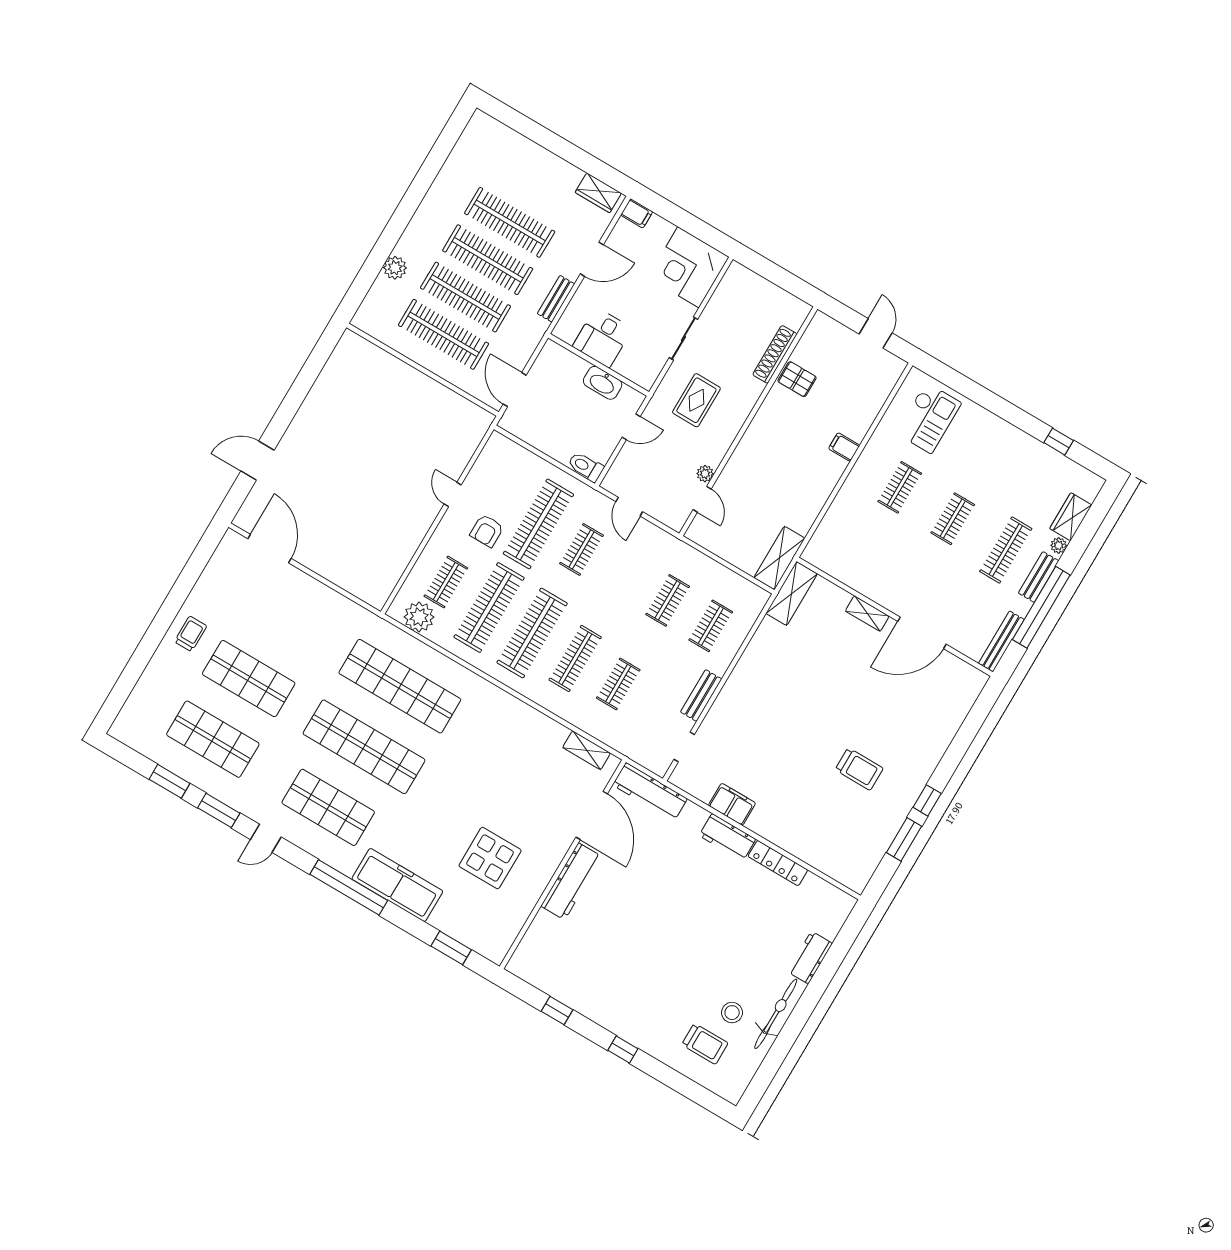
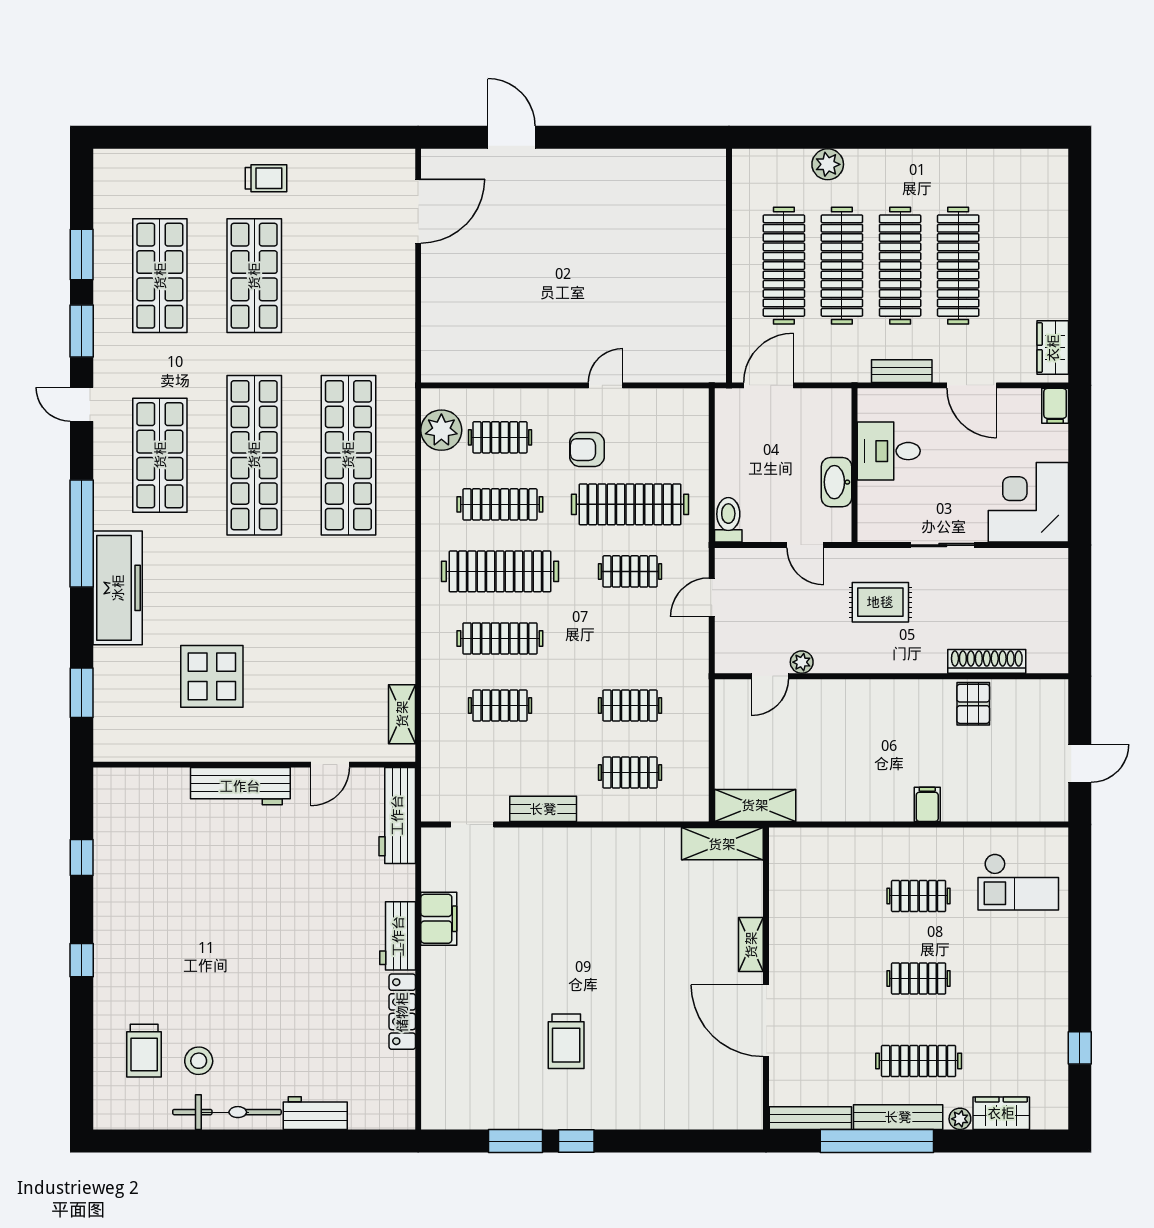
bench: (1039, 577) -> (898, 1117), width x1.36
clothes rail: (489, 608) -> (500, 504), width x0.73, depth x0.76
door: (592, 816) -> (330, 765), width x0.53

